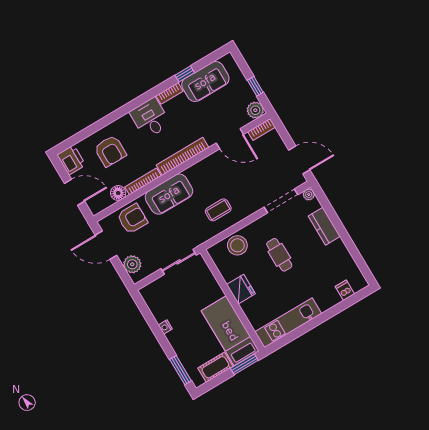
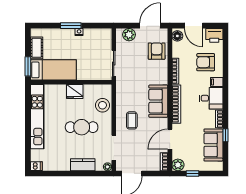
filing cabinet: (126, 123) -> (217, 82), added
door: (74, 192) -> (194, 26), hinge flipped
floor lamp: (118, 193) -> (177, 36), moved
sofa: (169, 194) -> (158, 101), moved
coffee table: (218, 210) -> (132, 120), moved
armchair: (132, 219) -> (157, 51), turned 180
cafe table: (279, 255) -> (82, 127), width x1.37, depth x1.35
dishwasher: (345, 290) -> (36, 166), moved
kitchen unit: (288, 323) -> (37, 117), width x1.36
window: (181, 370) -> (71, 26), moved

